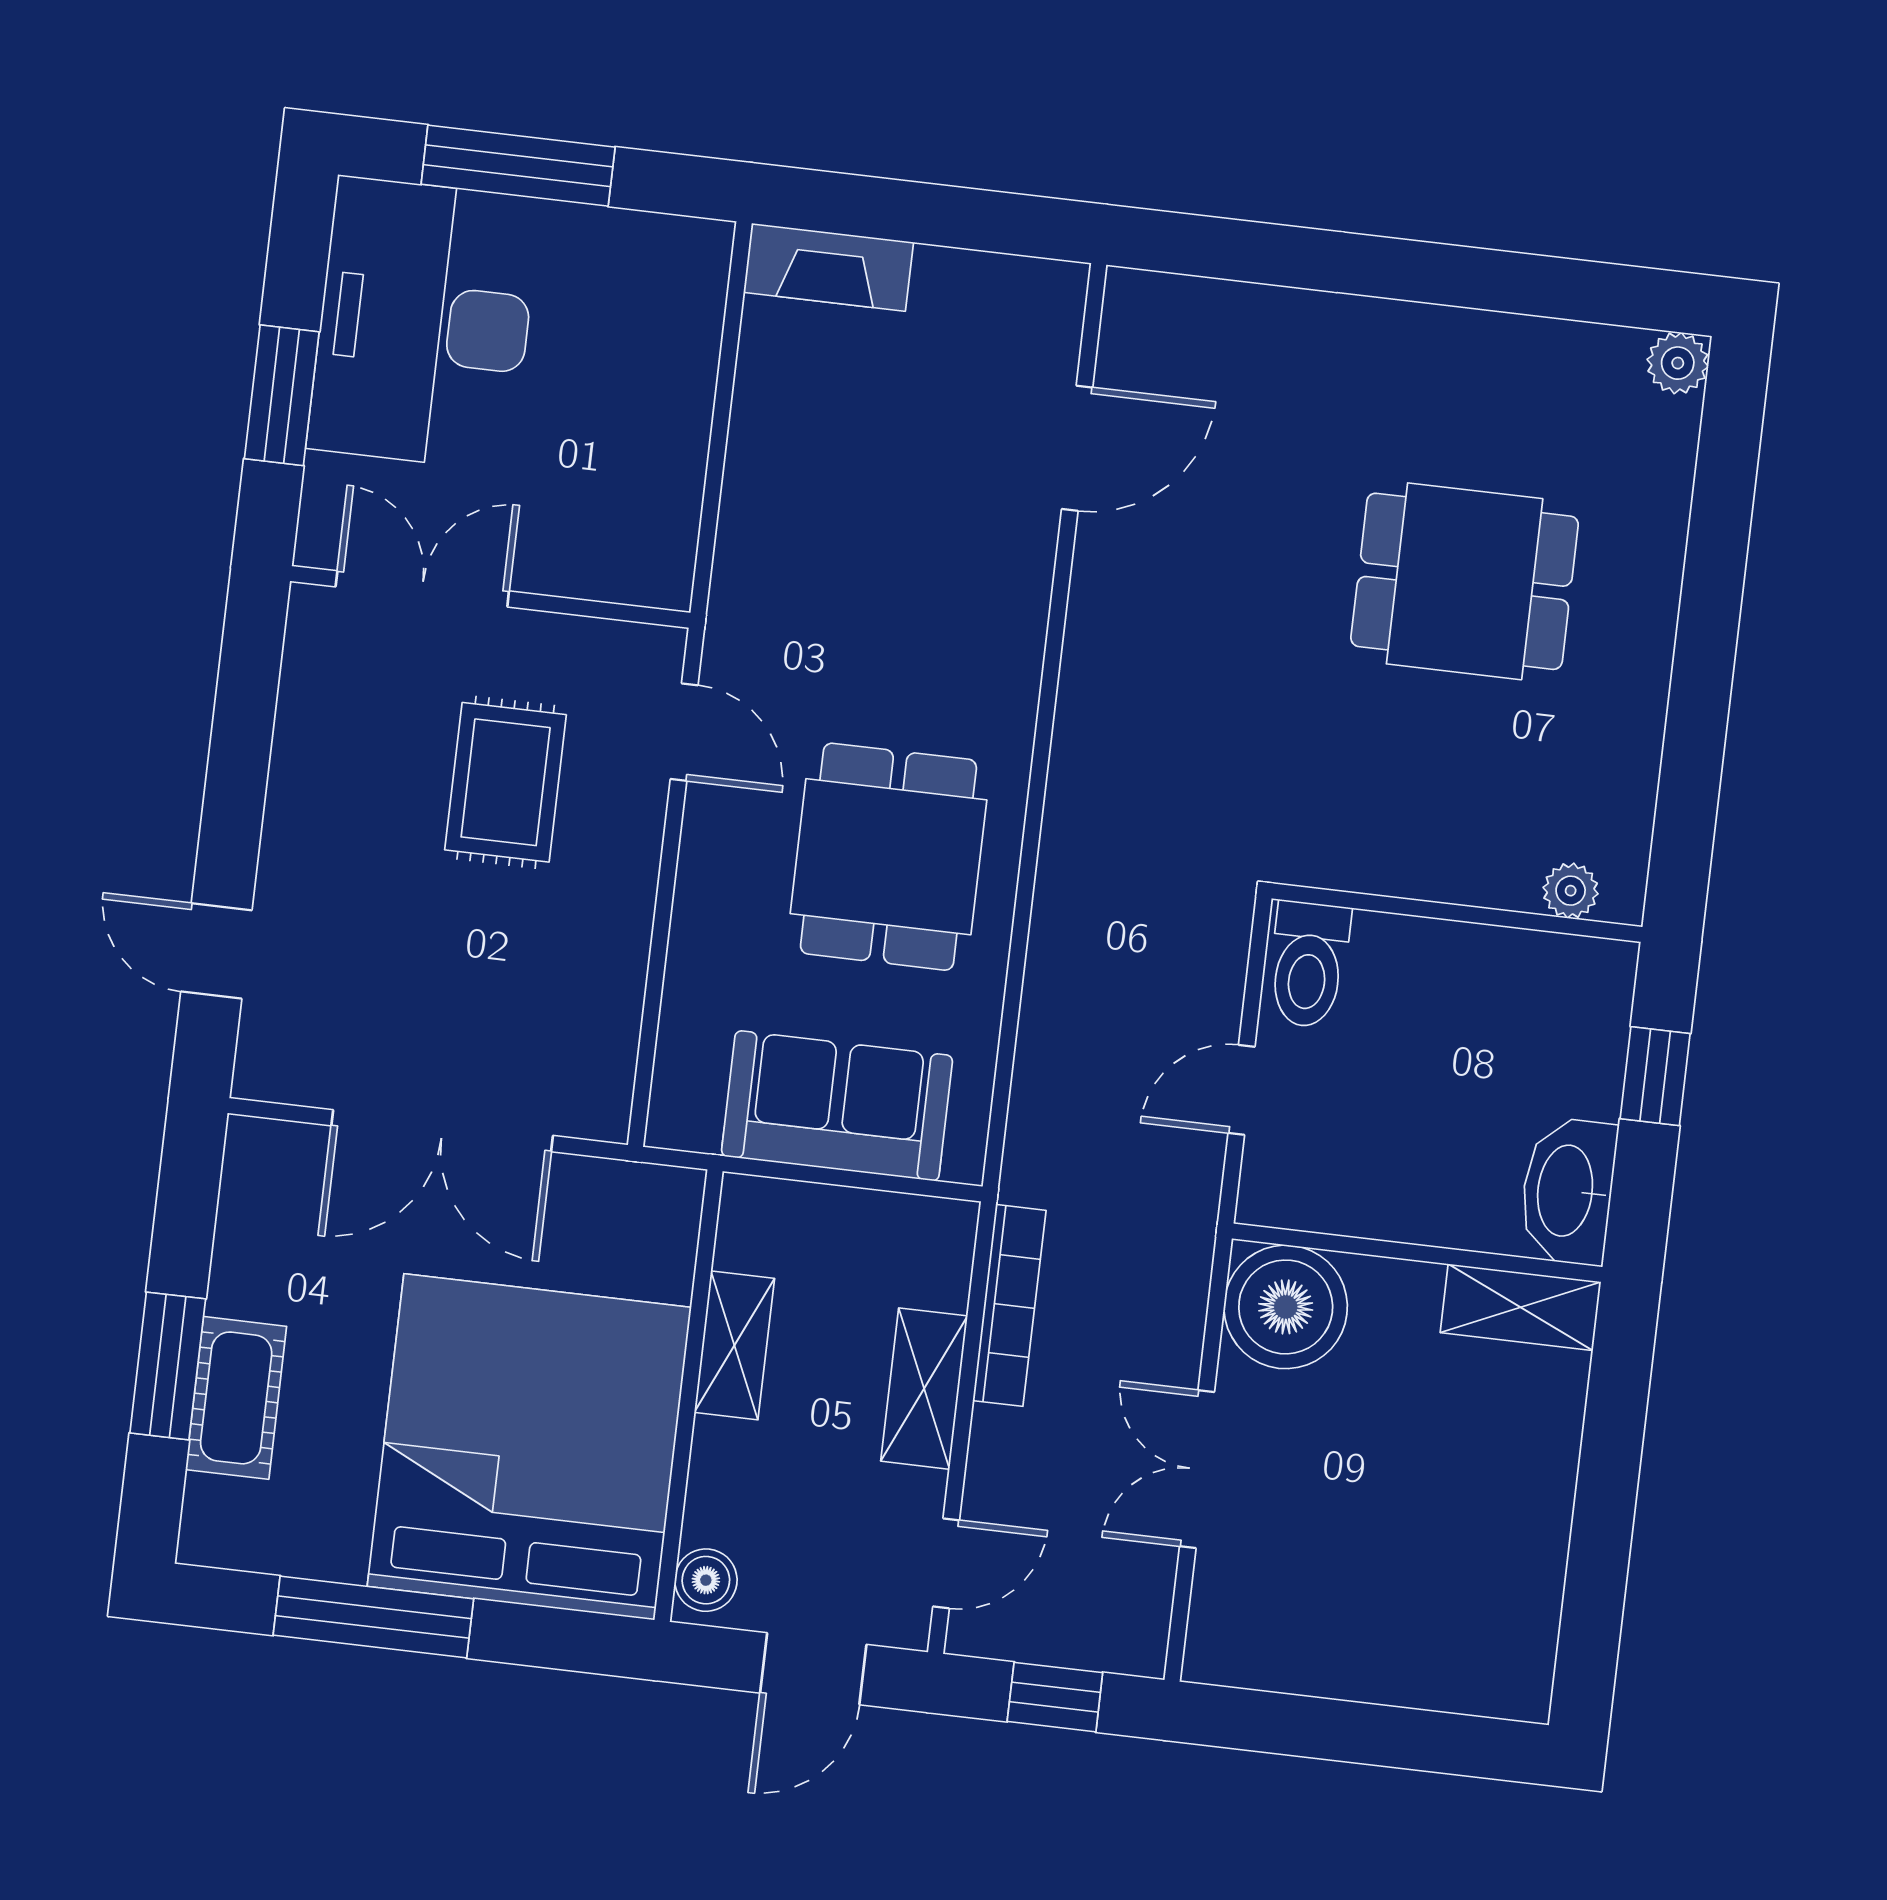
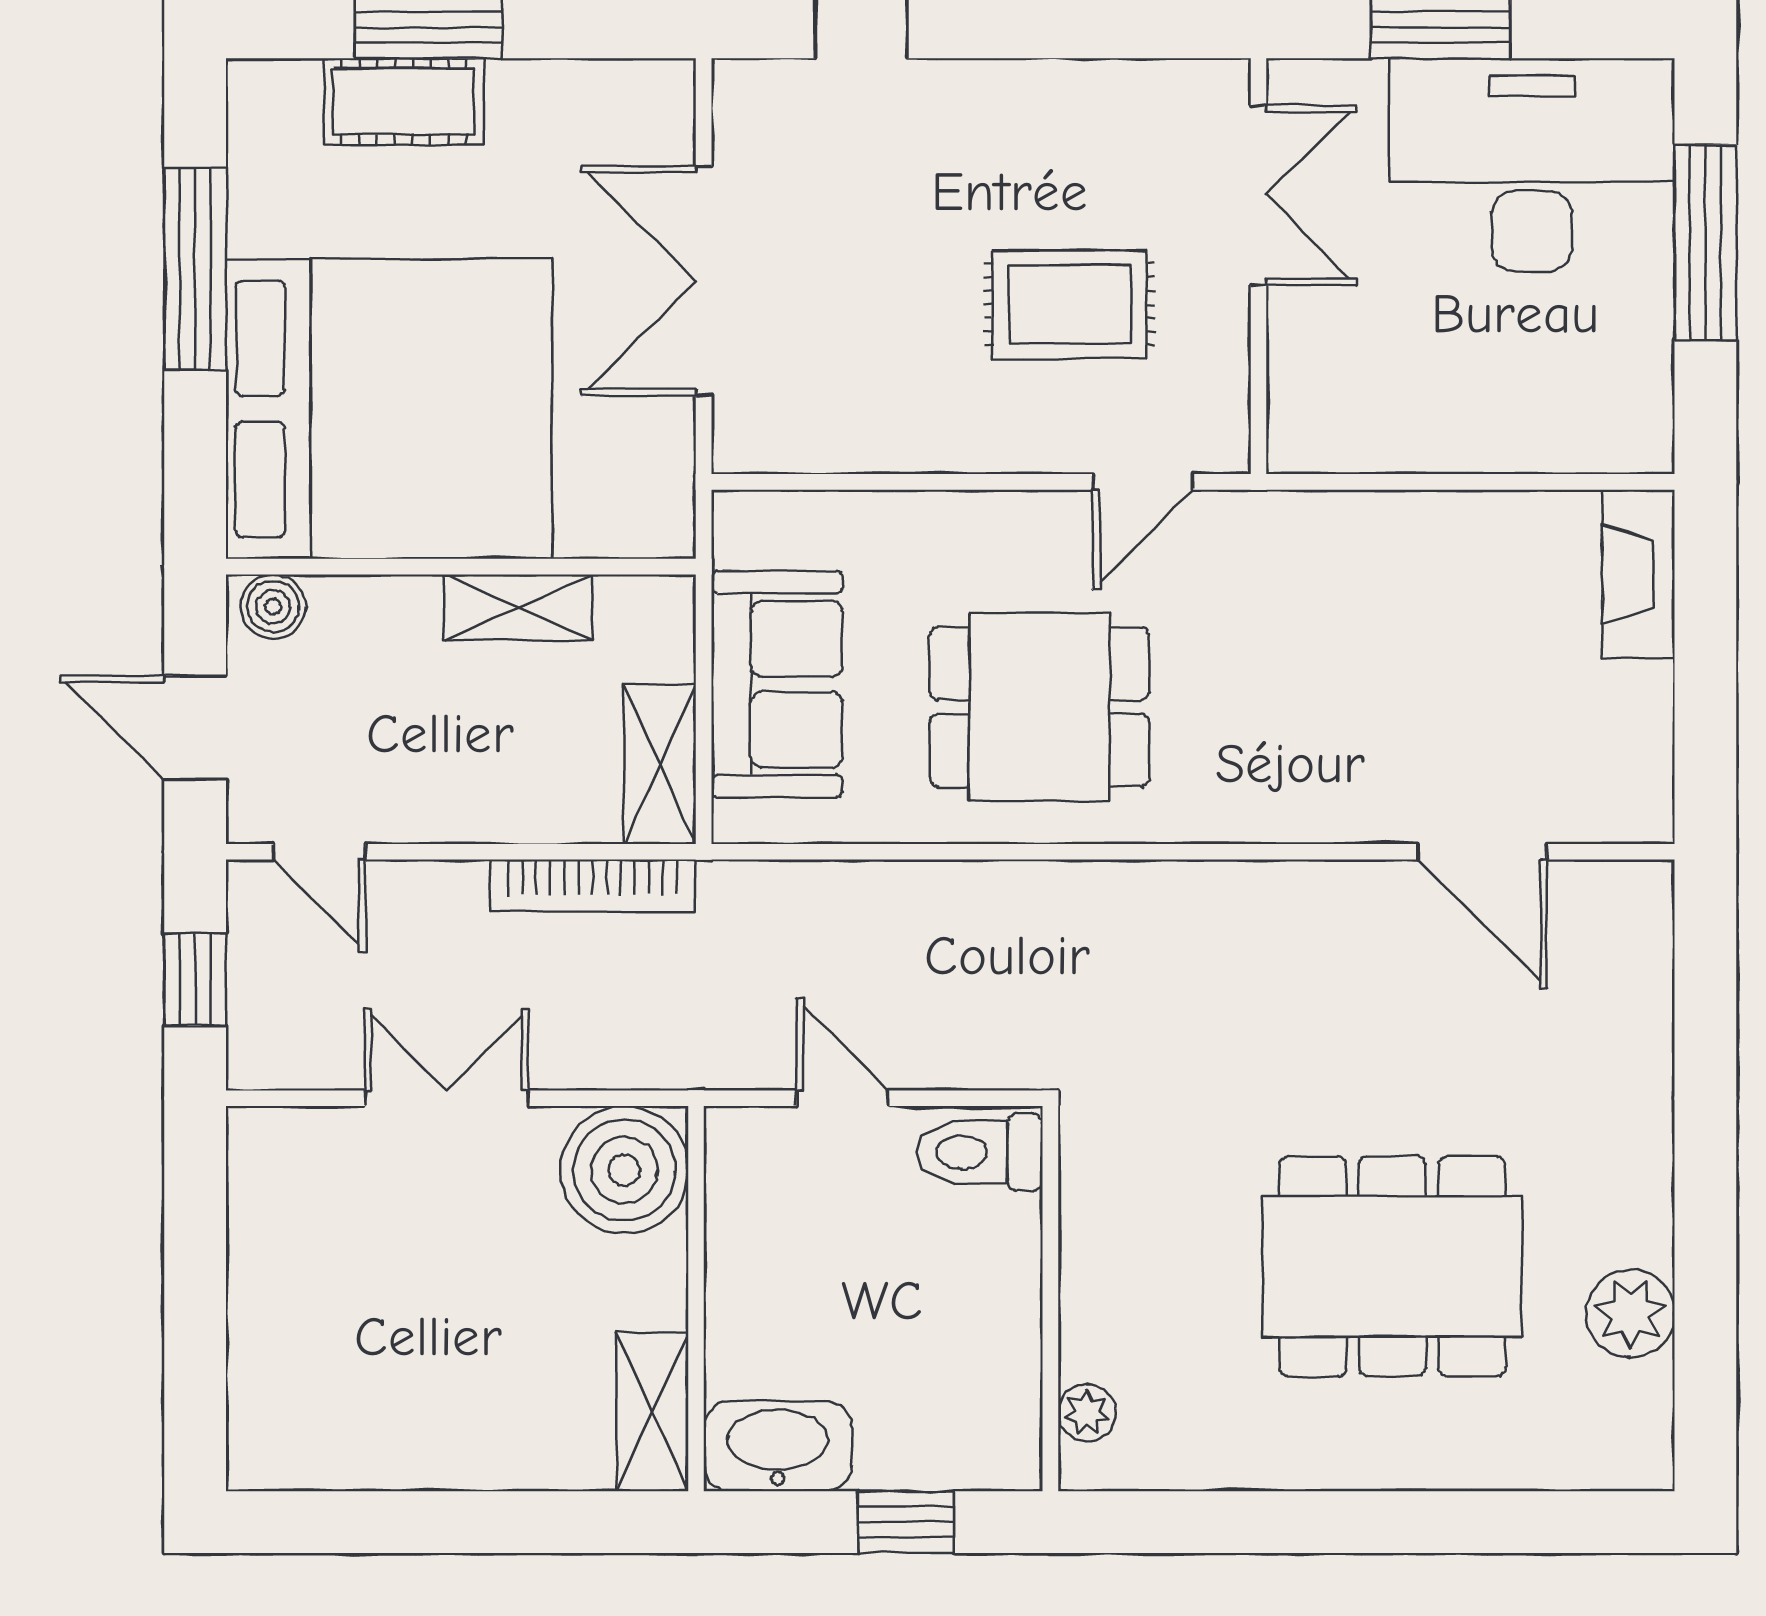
plant: (1678, 363) -> (1630, 1314), moved, width x1.38, depth x1.38
dining table: (1465, 581) -> (1392, 1266), width x1.38
shelving: (924, 1389) -> (660, 764), moved, turned 90

